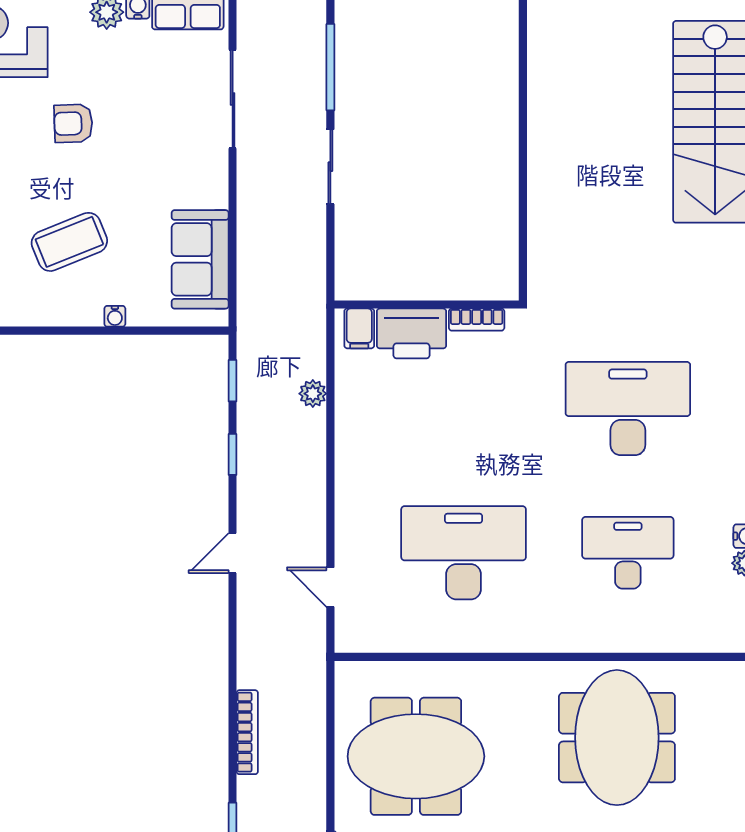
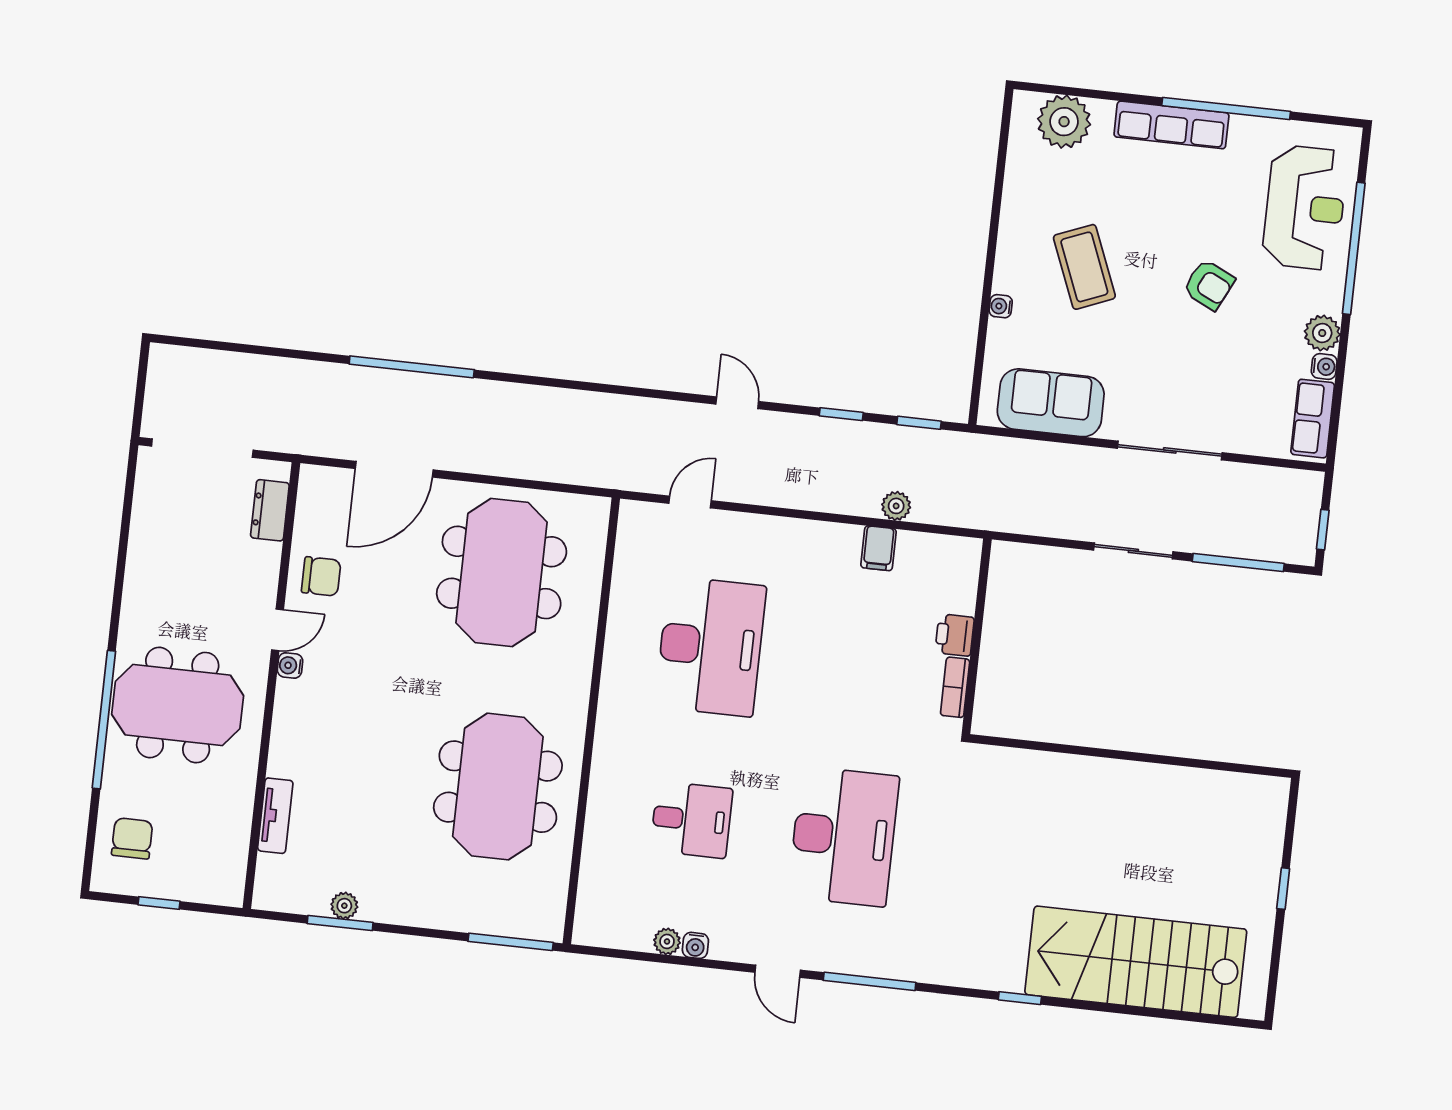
sliding door: (233, 99) -> (1170, 450), moved
armchair: (73, 123) -> (1209, 285), turned 118
filing cabinet: (359, 328) -> (879, 548), moved, turned -90
printer: (412, 333) -> (955, 635), width x0.53, depth x0.68
desk: (628, 553) -> (691, 820), width x0.73
bookcase: (247, 732) -> (547, 397), removed
meeting table: (617, 738) -> (498, 787), turned 90

